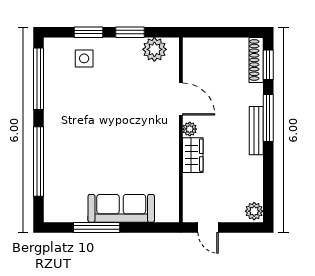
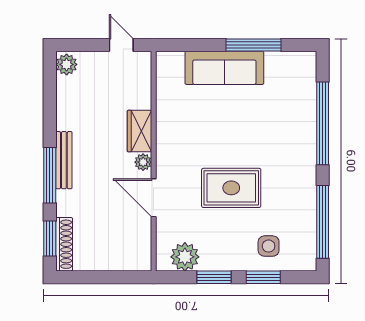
rug: (116, 107) -> (231, 188), added

